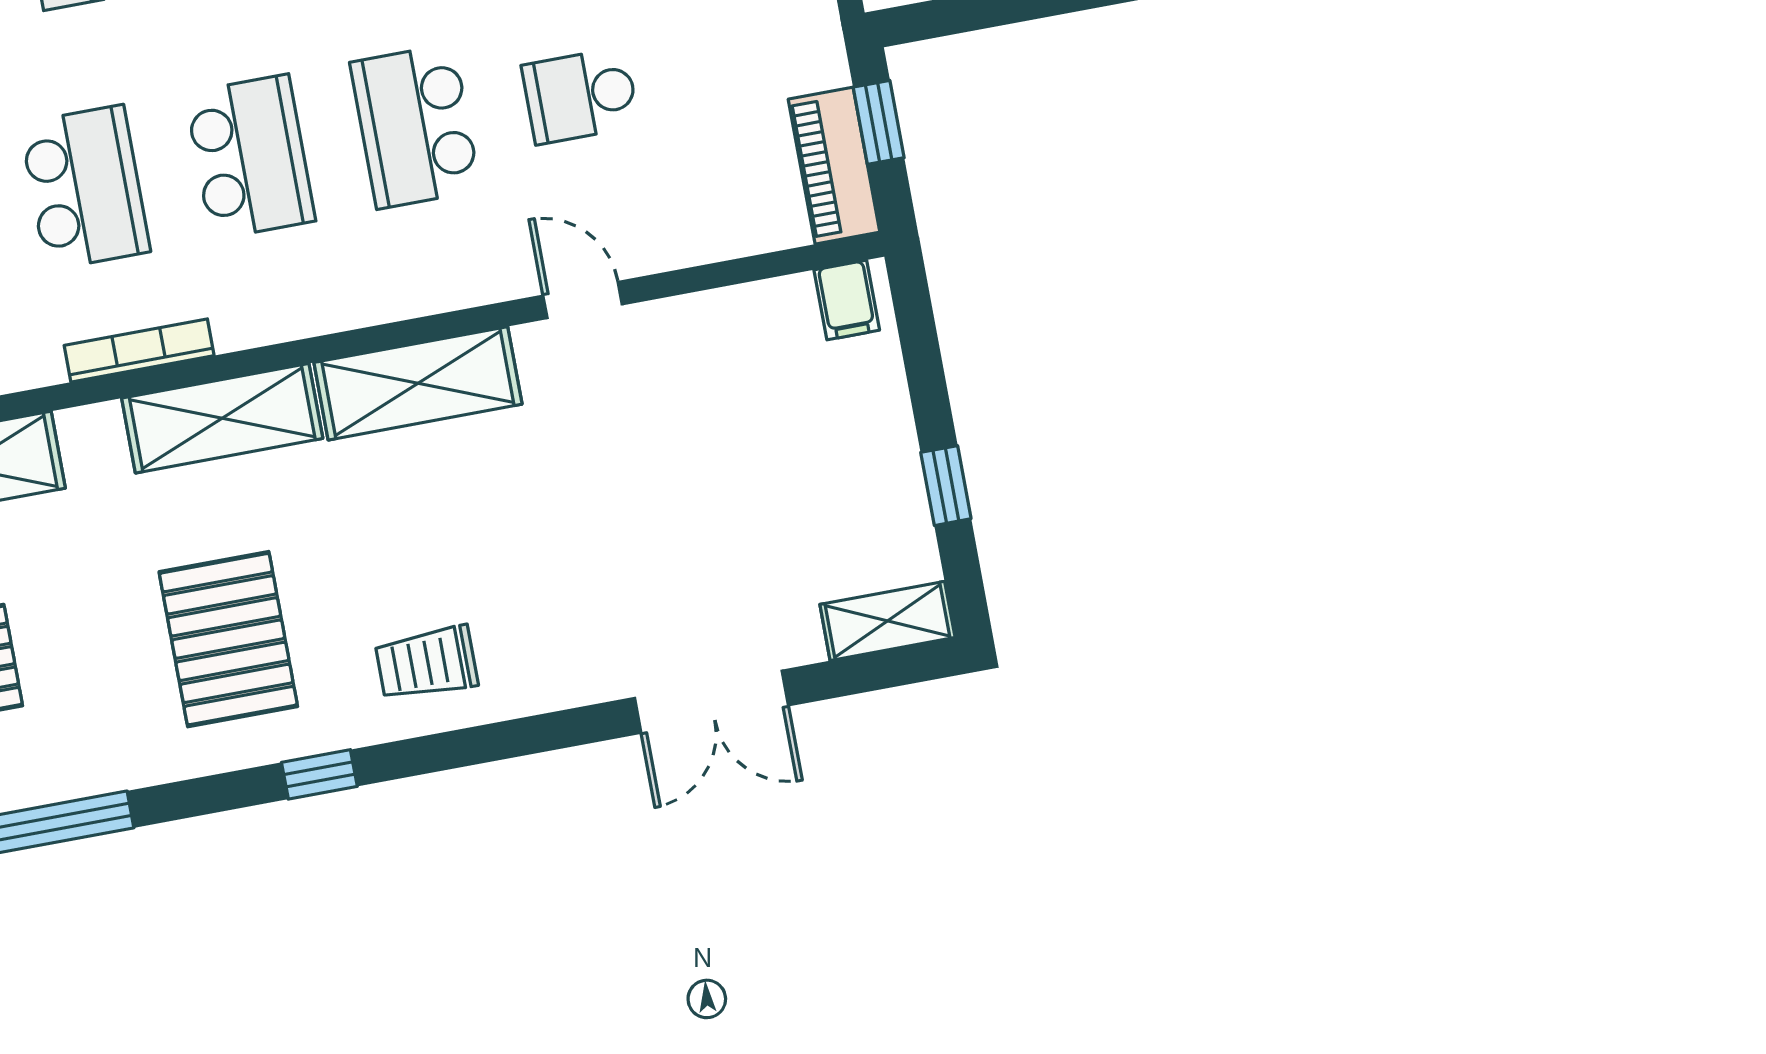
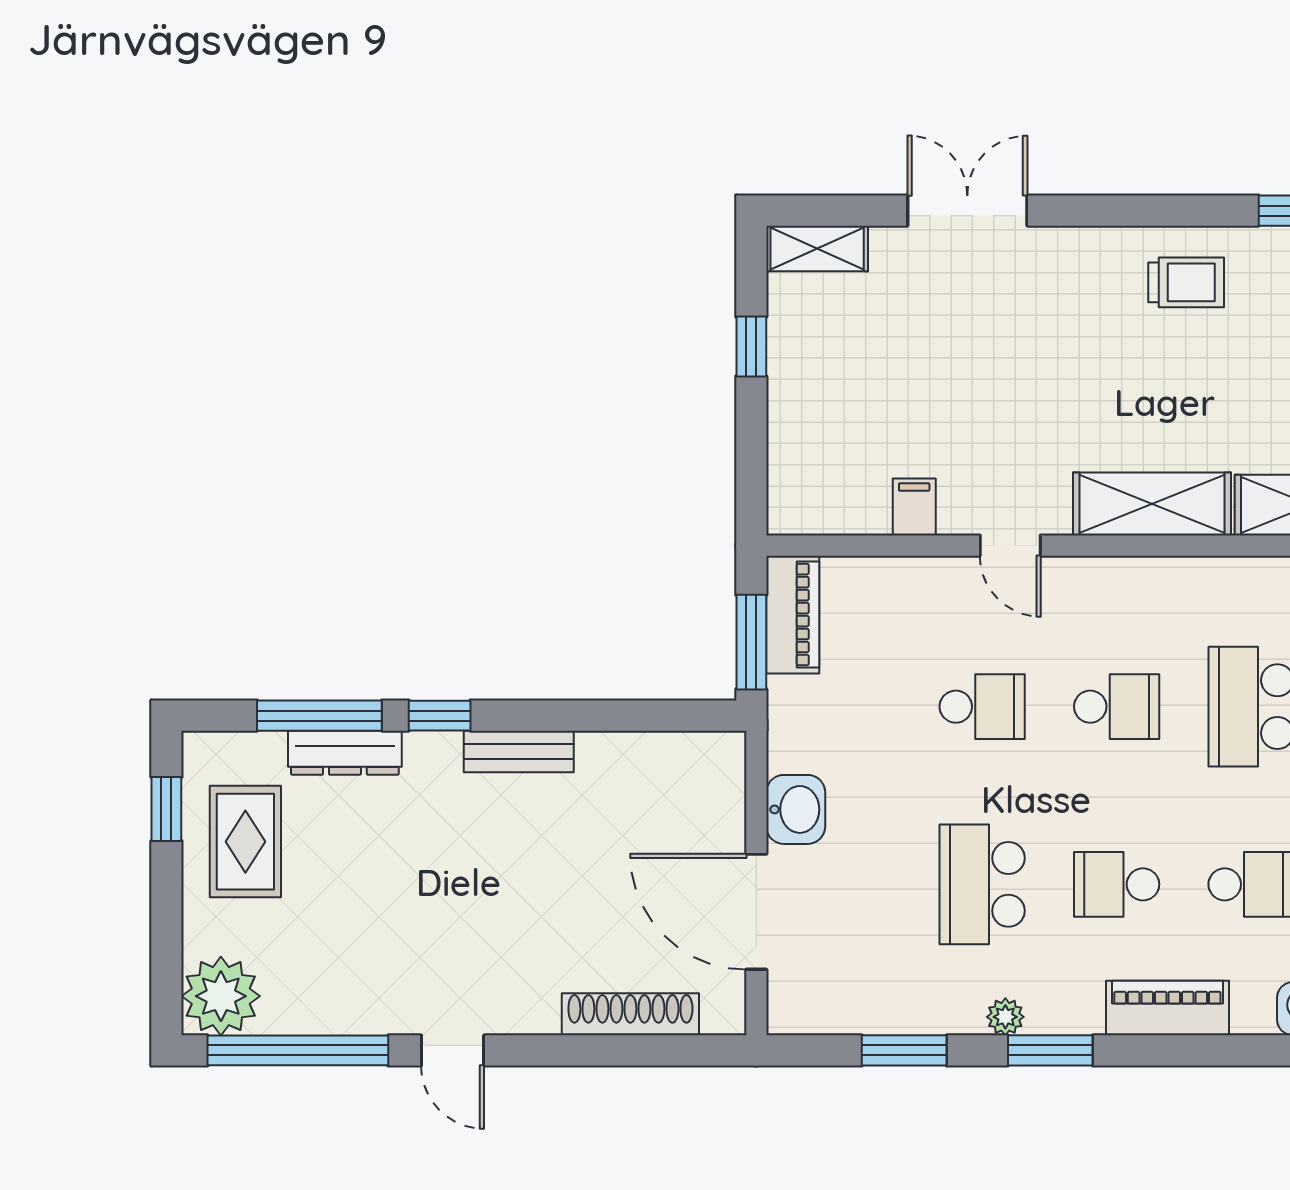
window: (879, 122) -> (751, 642), width x1.50
school desk: (415, 126) -> (1117, 707), width x0.54
filing cabinet: (847, 300) -> (914, 507), moved

